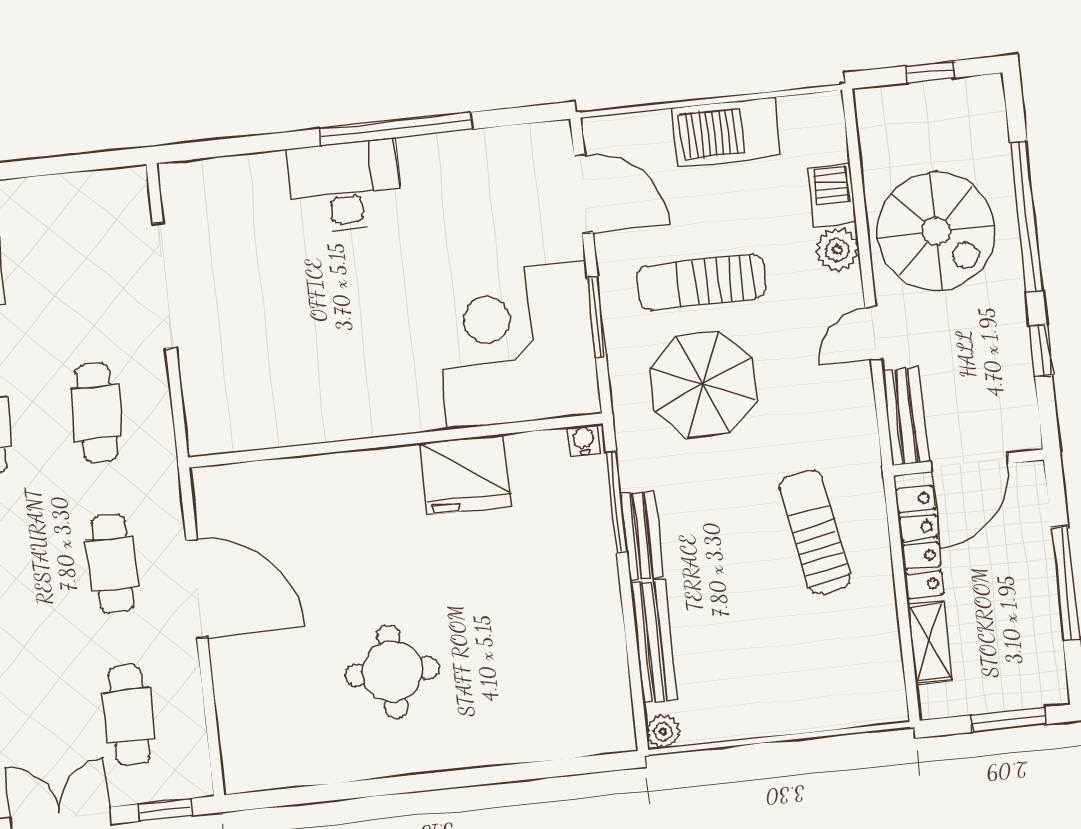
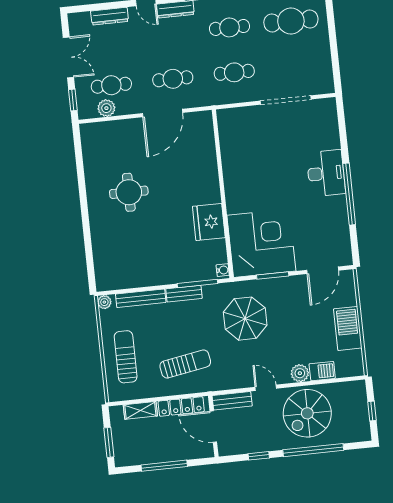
sun lounger: (701, 282) -> (126, 357), moved
plant: (185, 727) -> (106, 108), added

